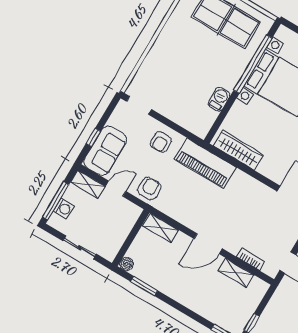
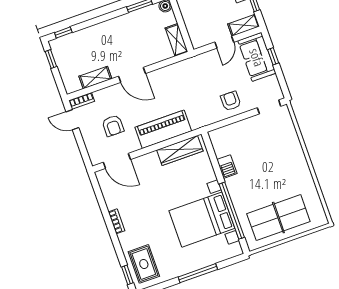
piano: (205, 163) -> (163, 129), moved
armchair: (149, 189) -> (113, 126), moved
shelving: (161, 228) -> (176, 40), moved, turned 90
door: (208, 244) -> (132, 75), swing flipped
bookcase: (251, 259) -> (82, 101), moved

